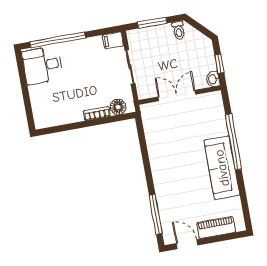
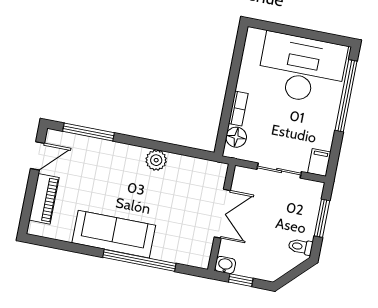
desk: (42, 65) -> (302, 69), width x1.87, depth x1.30
plant: (157, 158) -> (156, 160), added

